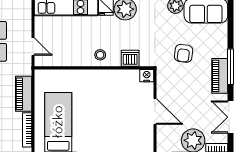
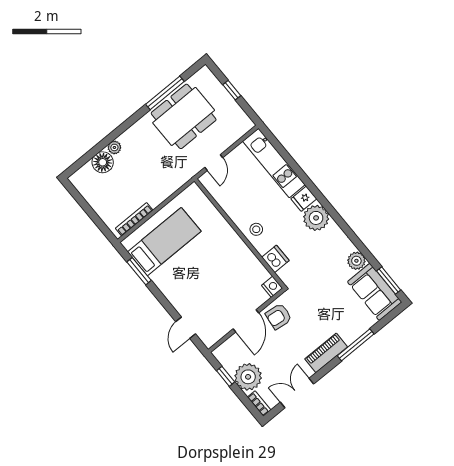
armchair: (184, 53) -> (279, 316), moved
window: (230, 67) -> (356, 345), moved
piano: (24, 94) -> (164, 189), removed

